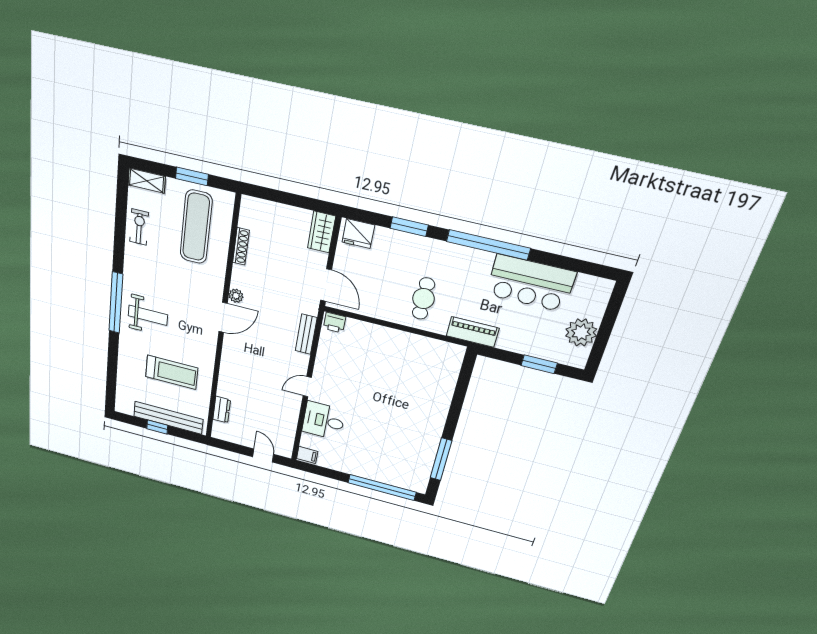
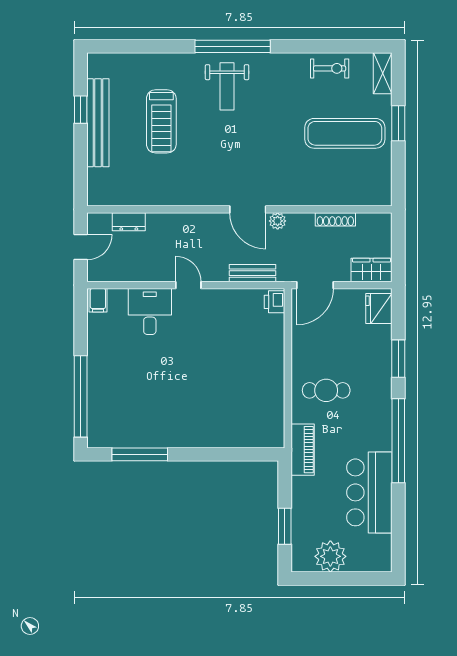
shoe rack: (241, 246) -> (335, 219), moved
plant: (236, 296) -> (278, 221), moved
door: (223, 317) -> (248, 209), moved
wall: (222, 324) -> (239, 209), moved
dresser: (222, 410) -> (129, 222), moved

